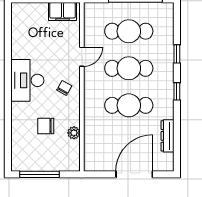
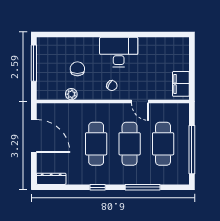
window: (177, 54) -> (143, 187), width x2.17
window: (177, 91) -> (98, 187), moved
dresser: (168, 136) -> (51, 179), moved
door: (134, 174) -> (34, 136), moved

